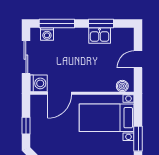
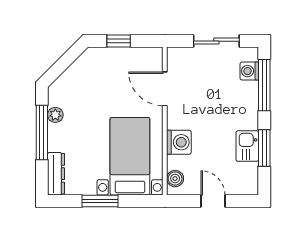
washing machine: (39, 83) -> (179, 142), moved, turned -90

